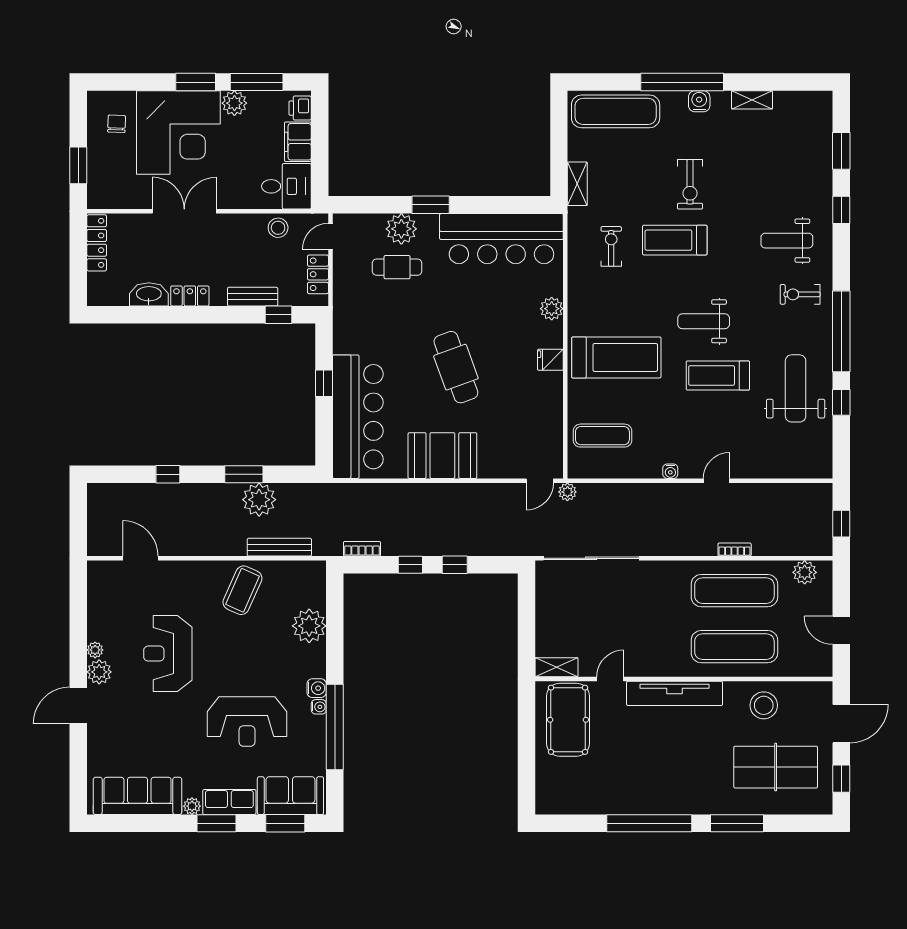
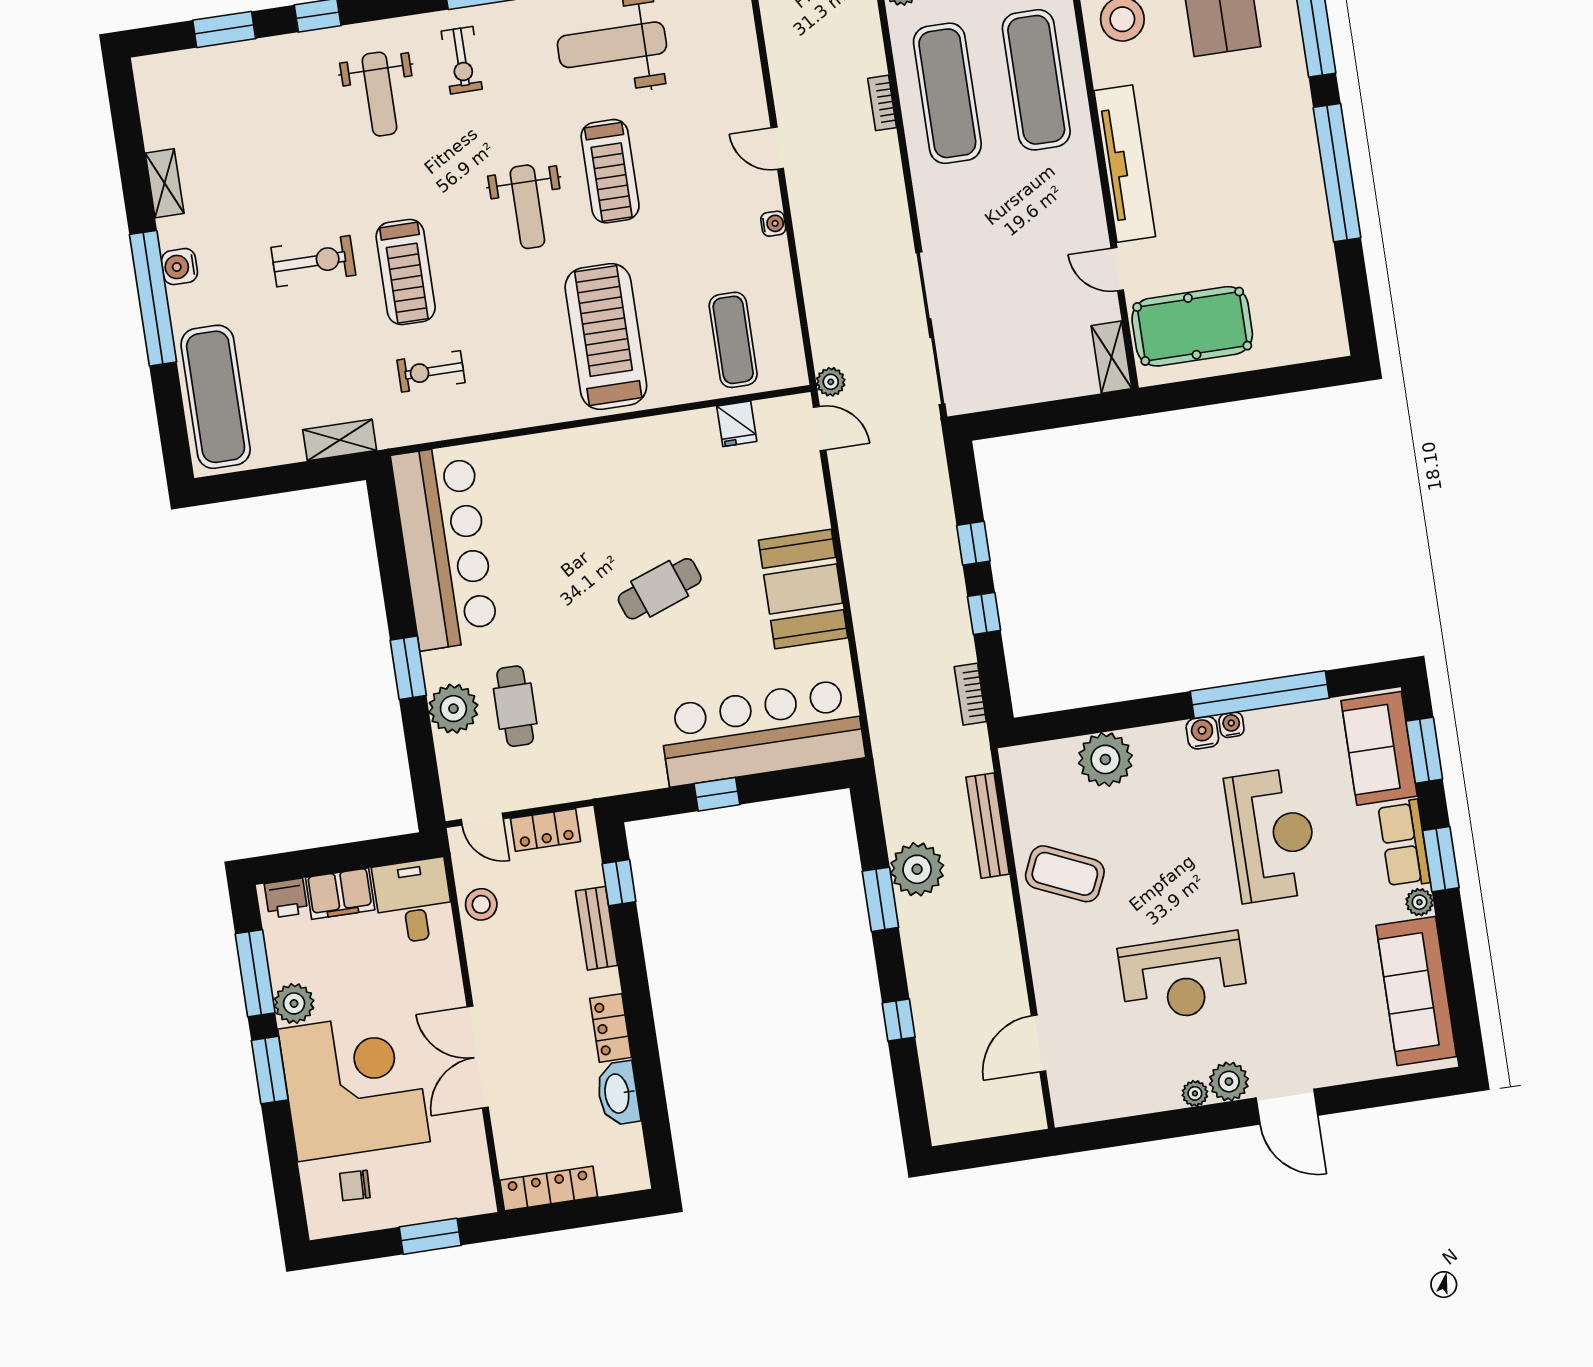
plant: (552, 309) -> (544, 451), removed
fridge: (550, 360) -> (737, 424), moved
cafe table: (456, 367) -> (660, 589), width x0.73, depth x0.74

